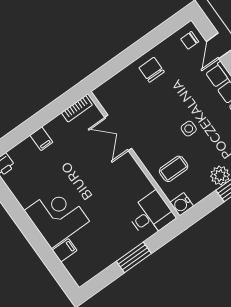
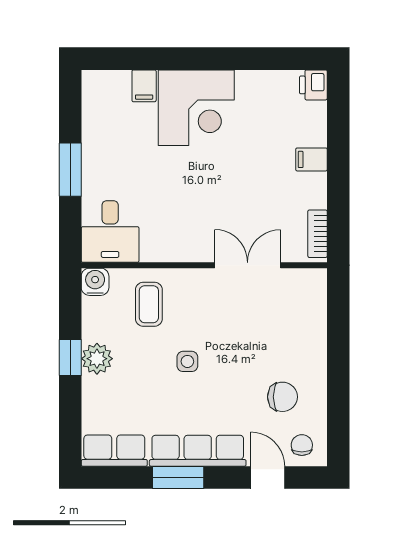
chair: (152, 70) -> (282, 397), moved

